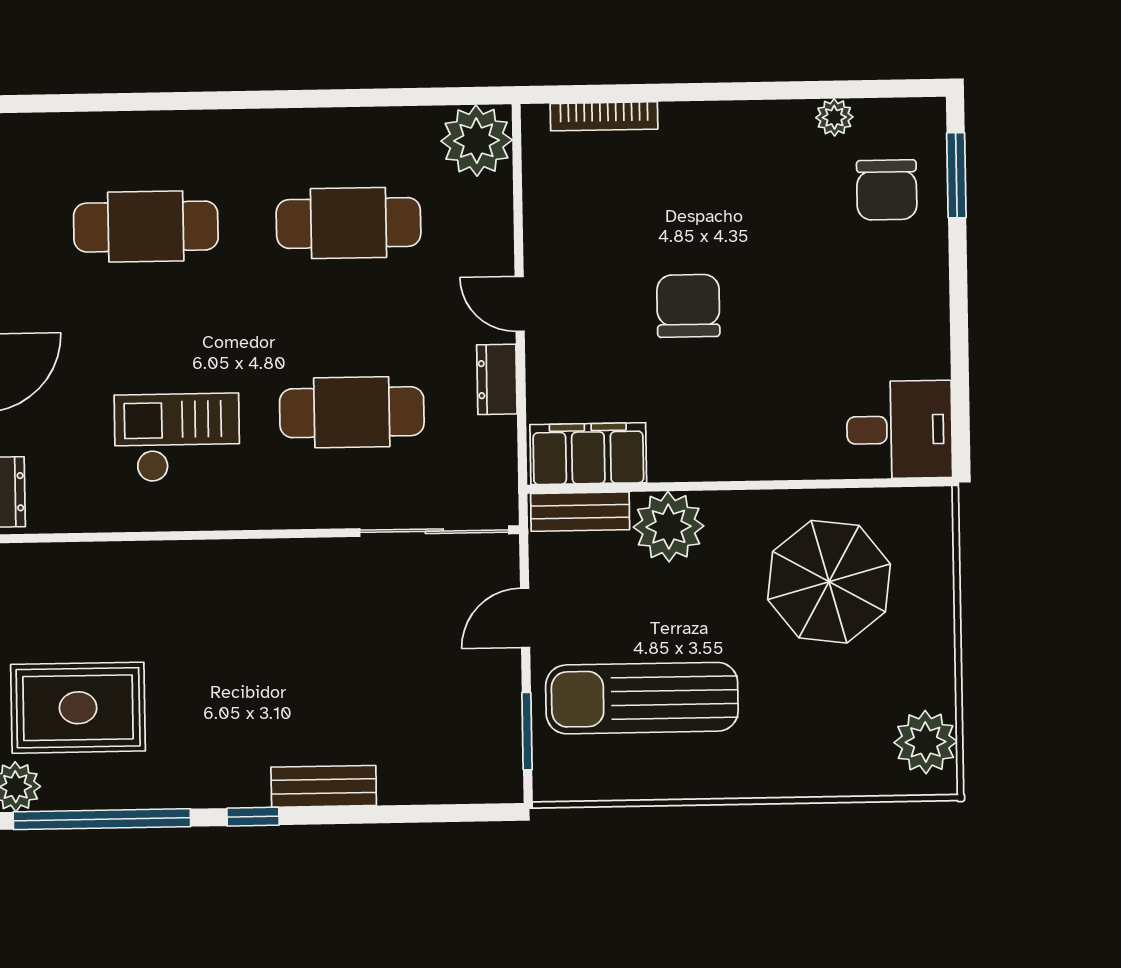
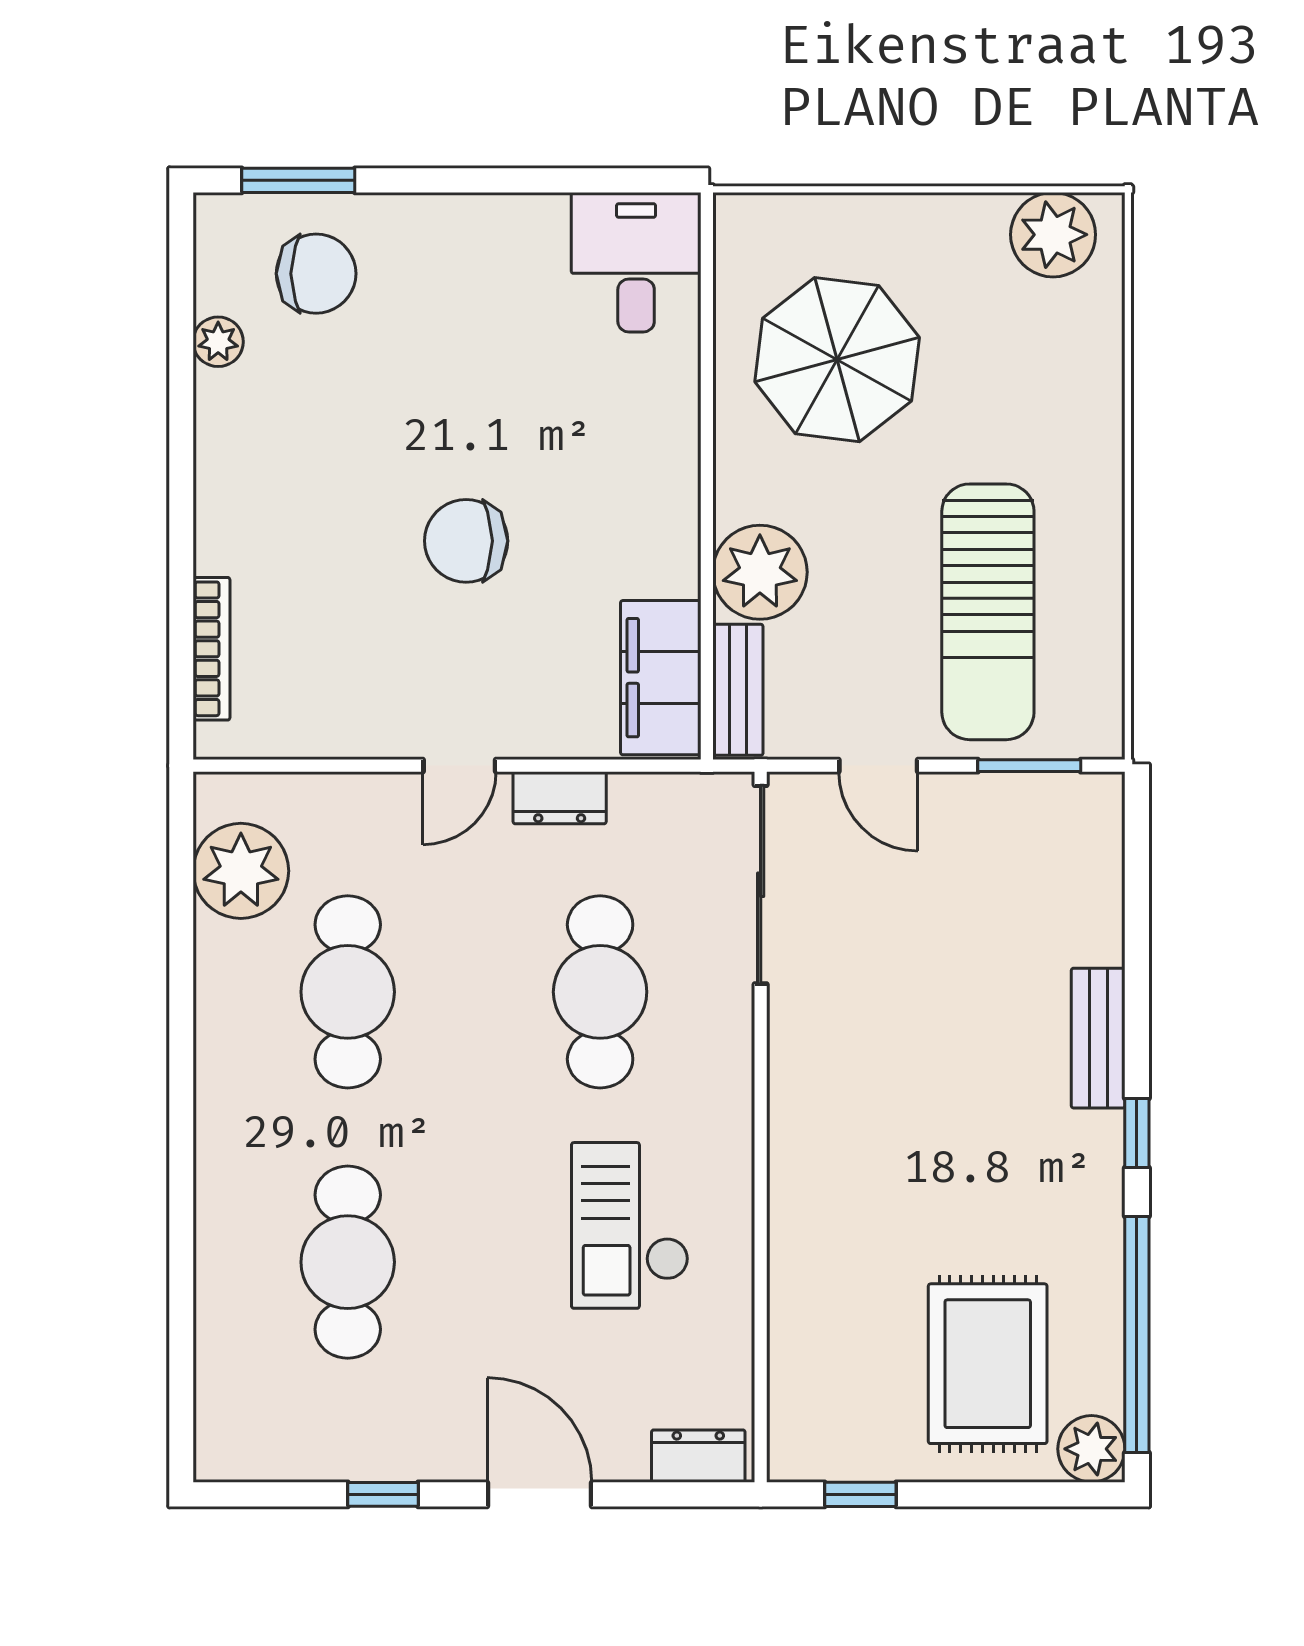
plant: (477, 141) -> (241, 871), moved

